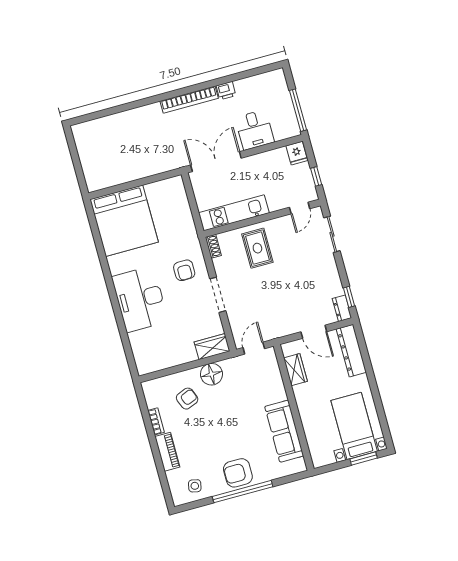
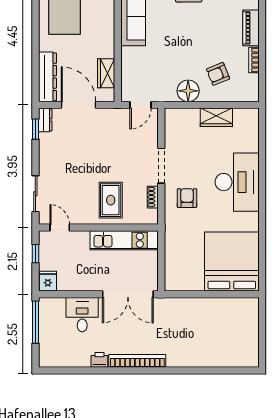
door: (300, 208) -> (60, 228), hinge flipped
shoe rack: (213, 246) -> (153, 197), moved
door: (314, 332) -> (78, 105), width x1.36
wardrobe: (212, 347) -> (216, 117), moved

